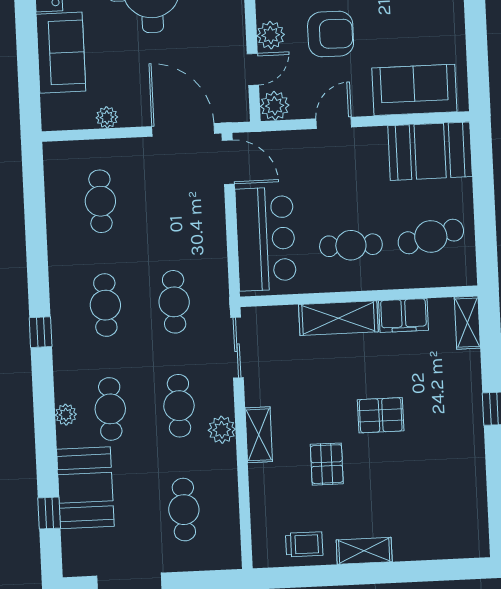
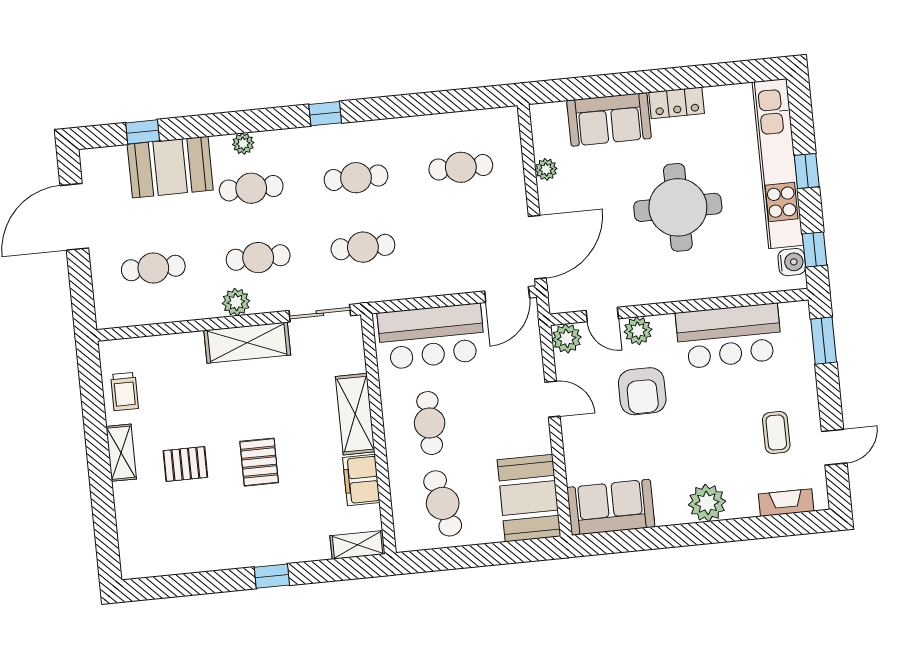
sofa: (414, 90) -> (611, 507), moved, turned -90
shelving: (259, 435) -> (247, 343), width x1.50, depth x1.33
pallet: (327, 464) -> (185, 464), moved

